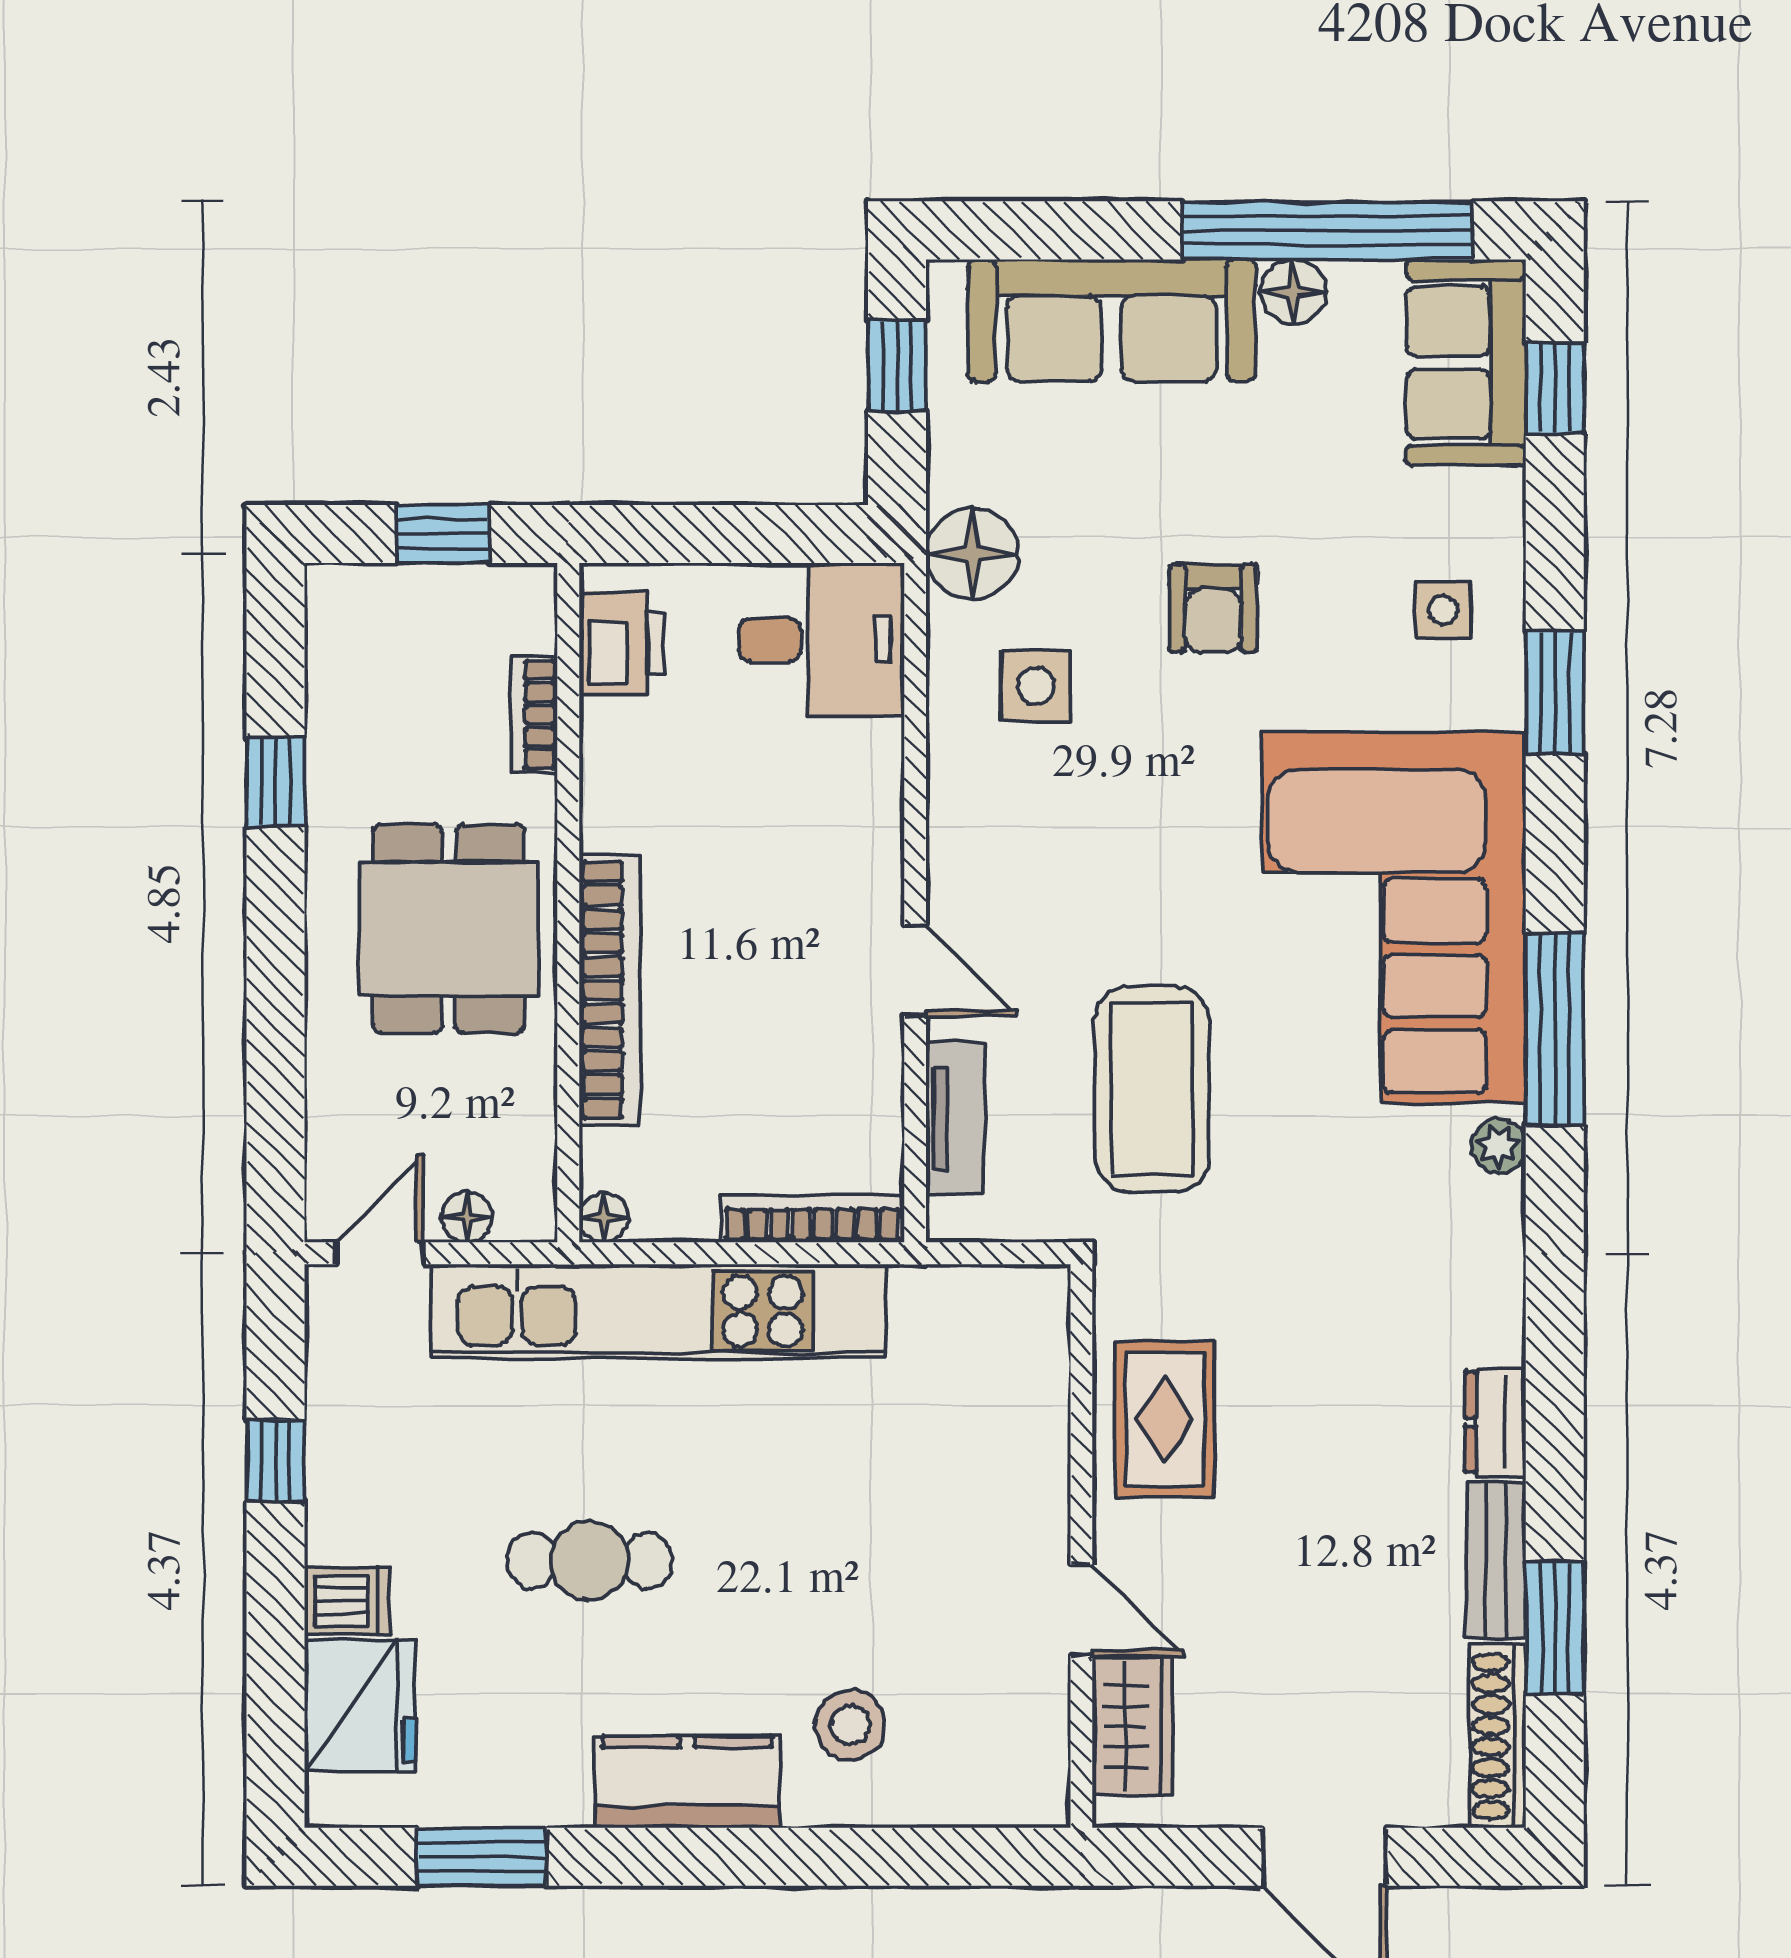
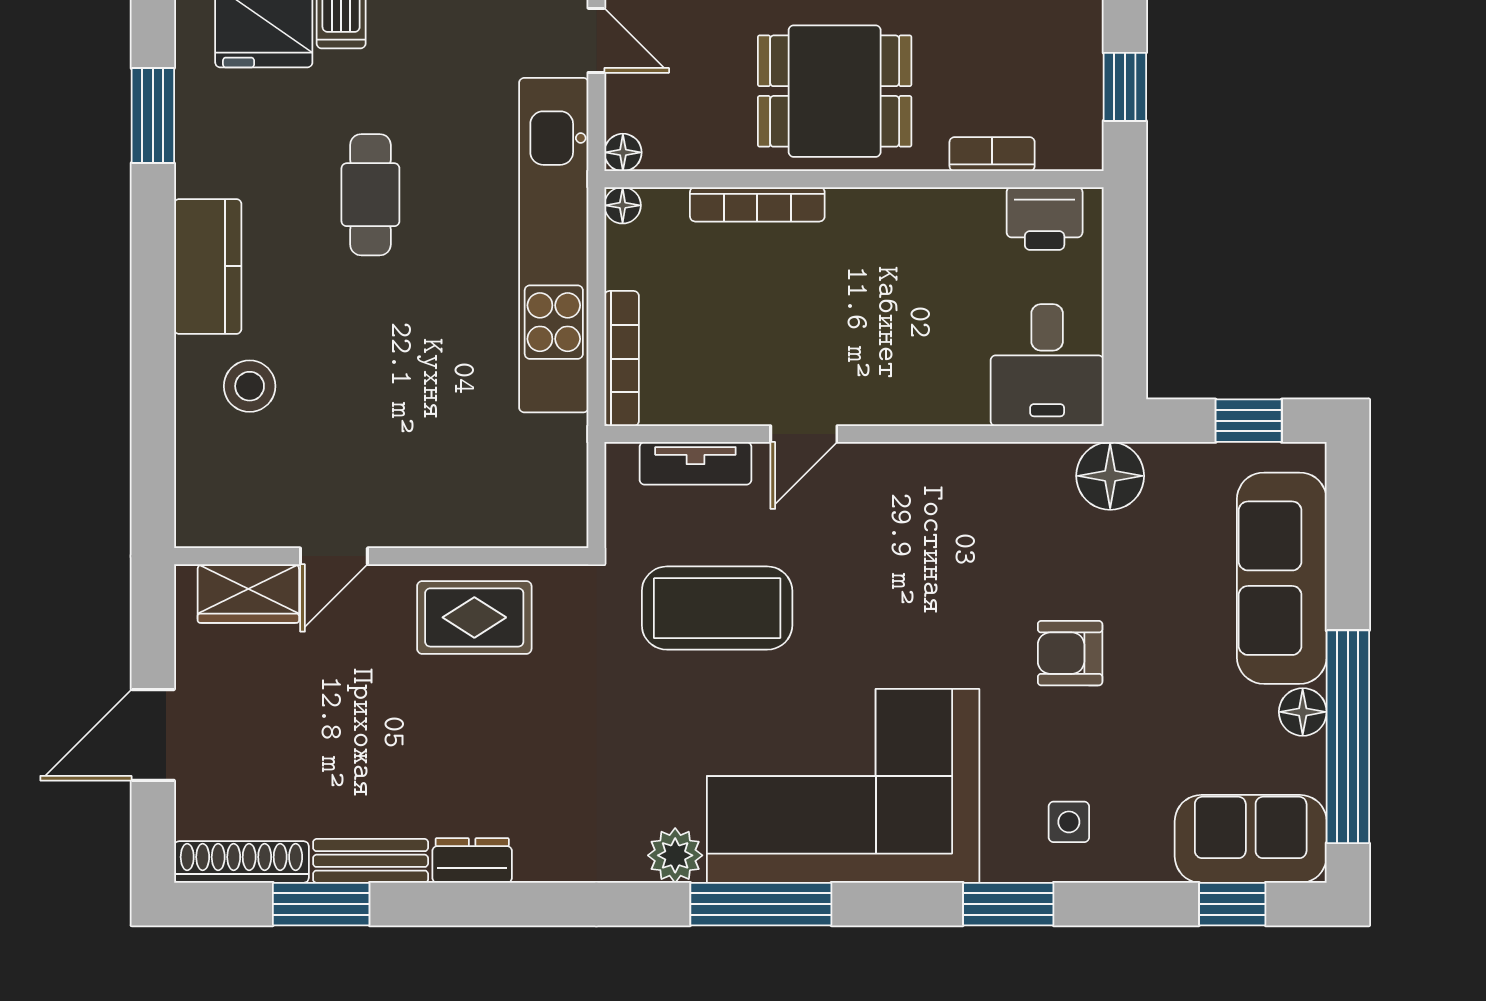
side table: (1036, 686) -> (1013, 522), removed
bookcase: (610, 990) -> (757, 204), width x0.68, depth x0.76
plant: (1499, 1146) -> (675, 855), width x1.38, depth x1.38
floor lamp: (467, 1217) -> (623, 152), moved

